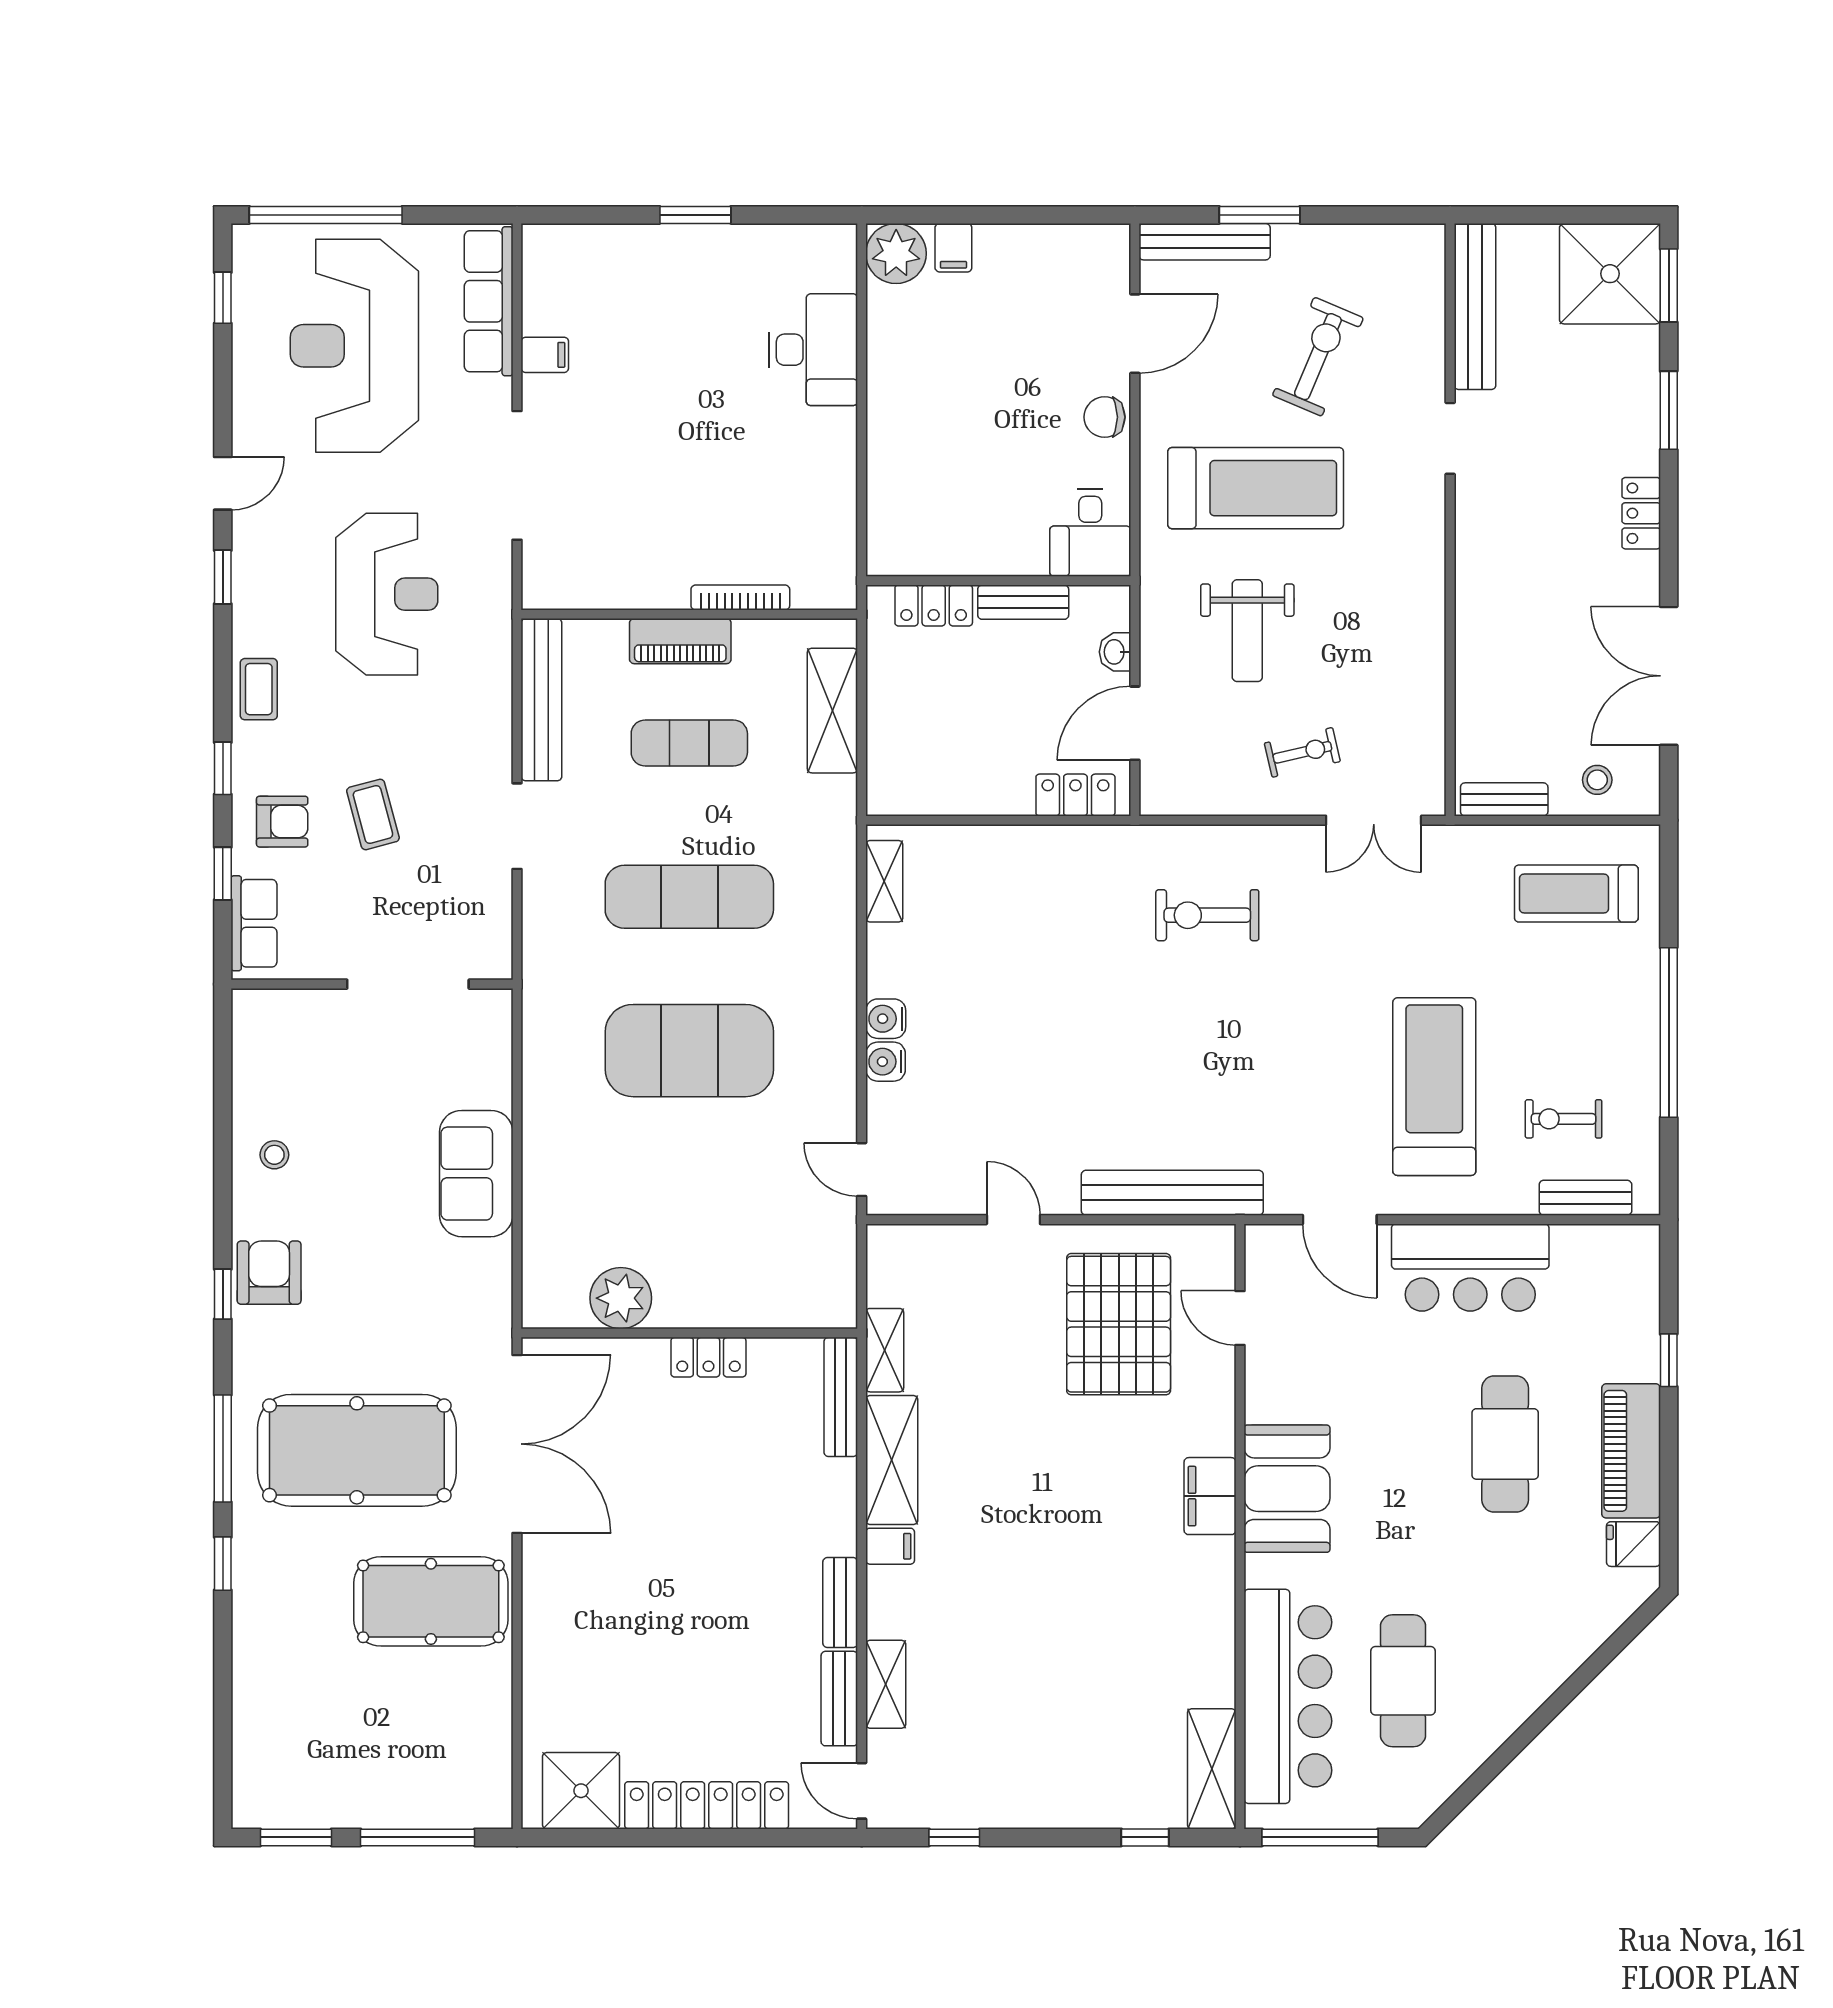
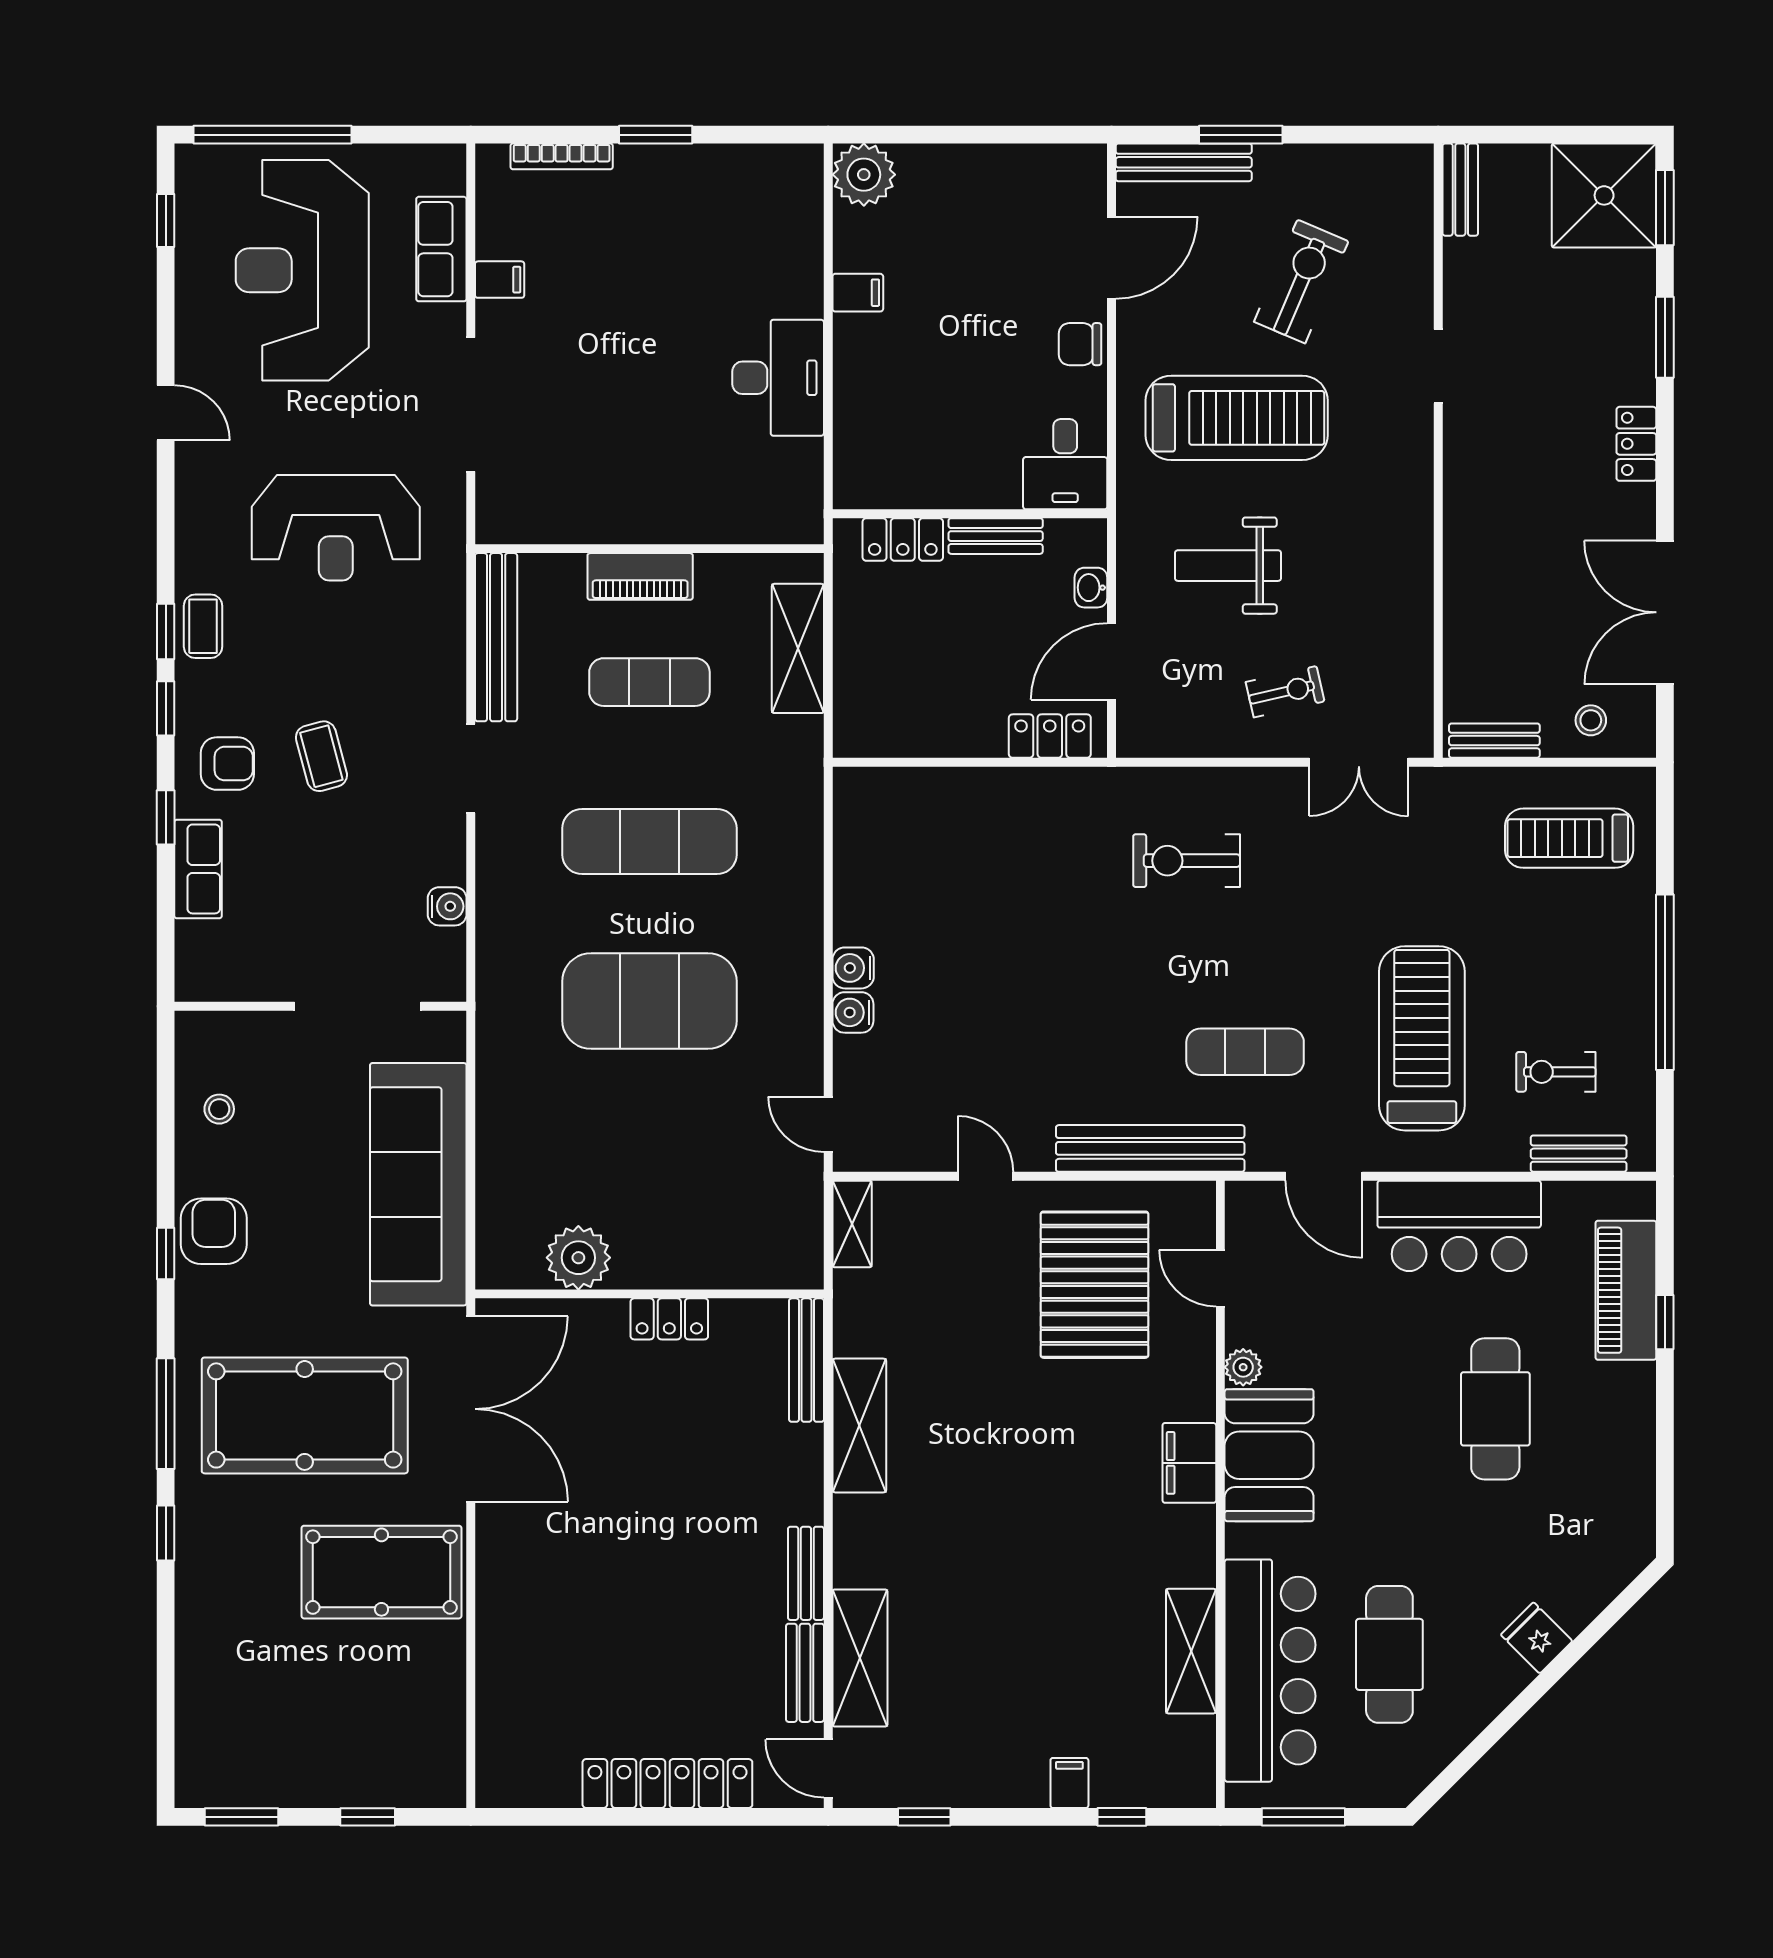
filing cabinet: (953, 248) -> (858, 293), moved, turned -90
row of seats: (489, 301) -> (441, 249), width x0.68
bench: (1475, 307) -> (1460, 190), width x0.54, depth x0.82
desk: (813, 350) -> (778, 378), moved
door: (223, 483) -> (166, 413), hinge flipped
window: (223, 577) -> (166, 632), moved
reception desk: (387, 594) -> (336, 528), turned 90
bookcase: (740, 597) -> (562, 156), moved, turned 180
weight bench: (1247, 631) -> (1228, 566), turned 90
shelving: (884, 881) -> (852, 825), removed
water cooler: (494, 959) -> (447, 906), added
wall: (372, 984) -> (320, 1006), moved
doorway: (408, 984) -> (358, 1006), moved
exercise mat: (1264, 1100) -> (1245, 1052), added
sofa: (476, 1174) -> (418, 1184), width x1.85, depth x1.27
shelving: (885, 1350) -> (852, 1224), moved
plant: (1262, 1404) -> (1243, 1367), added
piano: (1631, 1451) -> (1626, 1290), moved
fridge: (1633, 1544) -> (1537, 1638), moved, turned 45
filing cabinet: (890, 1546) -> (1069, 1783), moved, turned -90
shelving: (886, 1684) -> (860, 1658), width x1.50, depth x1.33
shelving: (1212, 1769) -> (1191, 1651), moved
shower: (581, 1791) -> (537, 1768), removed
window: (418, 1837) -> (368, 1817), width x0.46
window: (1320, 1837) -> (1303, 1817), width x0.69

